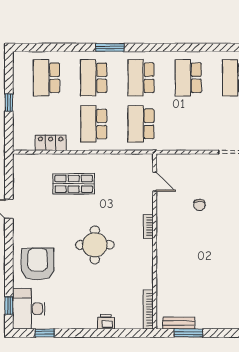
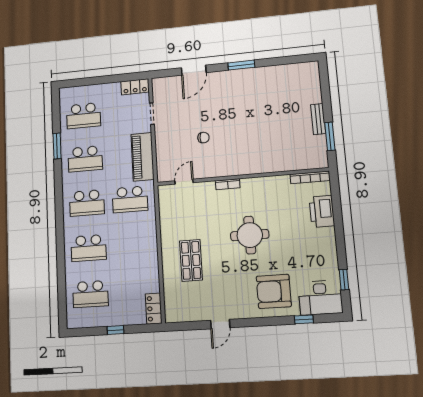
window: (110, 47) -> (57, 146), moved
school desk: (94, 124) -> (132, 245), removed
piano: (185, 140) -> (142, 157), added
locker: (51, 143) -> (154, 309), moved
window: (9, 306) -> (304, 319), moved
printer: (106, 322) -> (322, 211), width x1.87, depth x1.48
bench: (179, 323) -> (318, 119), moved

